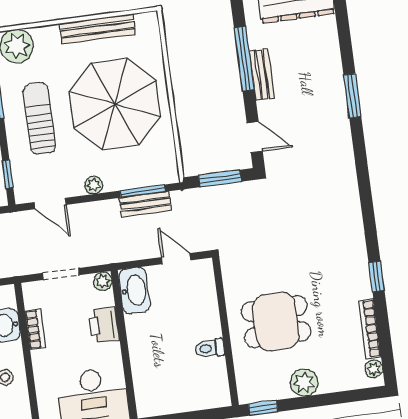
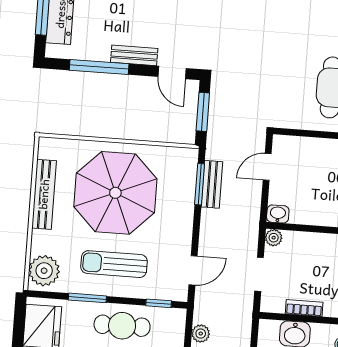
bench: (262, 74) -> (134, 55), moved
door: (255, 137) -> (172, 72), swing flipped
plant: (94, 185) -> (185, 227), removed
washbasin: (134, 291) -> (278, 214), width x0.52, depth x0.69
printer: (104, 325) -> (313, 245), removed

